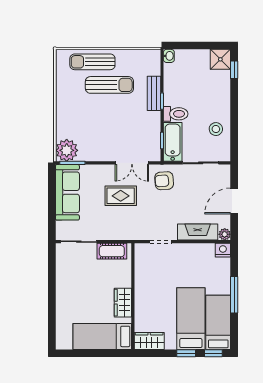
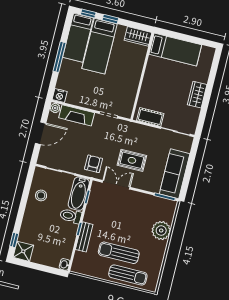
plant: (67, 150) -> (161, 231), moved
armchair: (164, 181) -> (94, 164), turned -86
wardrobe: (123, 303) -> (197, 95), moved, turned 180

